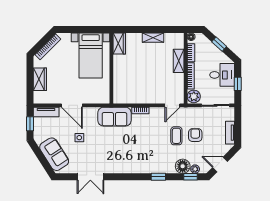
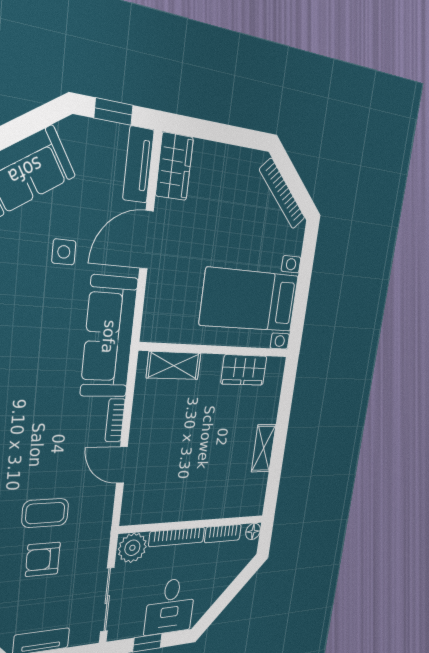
wardrobe: (119, 43) -> (244, 370), moved
window: (219, 44) -> (231, 592), removed
shelving: (179, 61) -> (174, 366), moved
wardrobe: (40, 79) -> (174, 167), moved, turned -90
door: (172, 105) -> (122, 465), moved
sofa: (114, 117) -> (109, 337), width x1.36
armchair: (195, 135) -> (43, 559), turned 180

